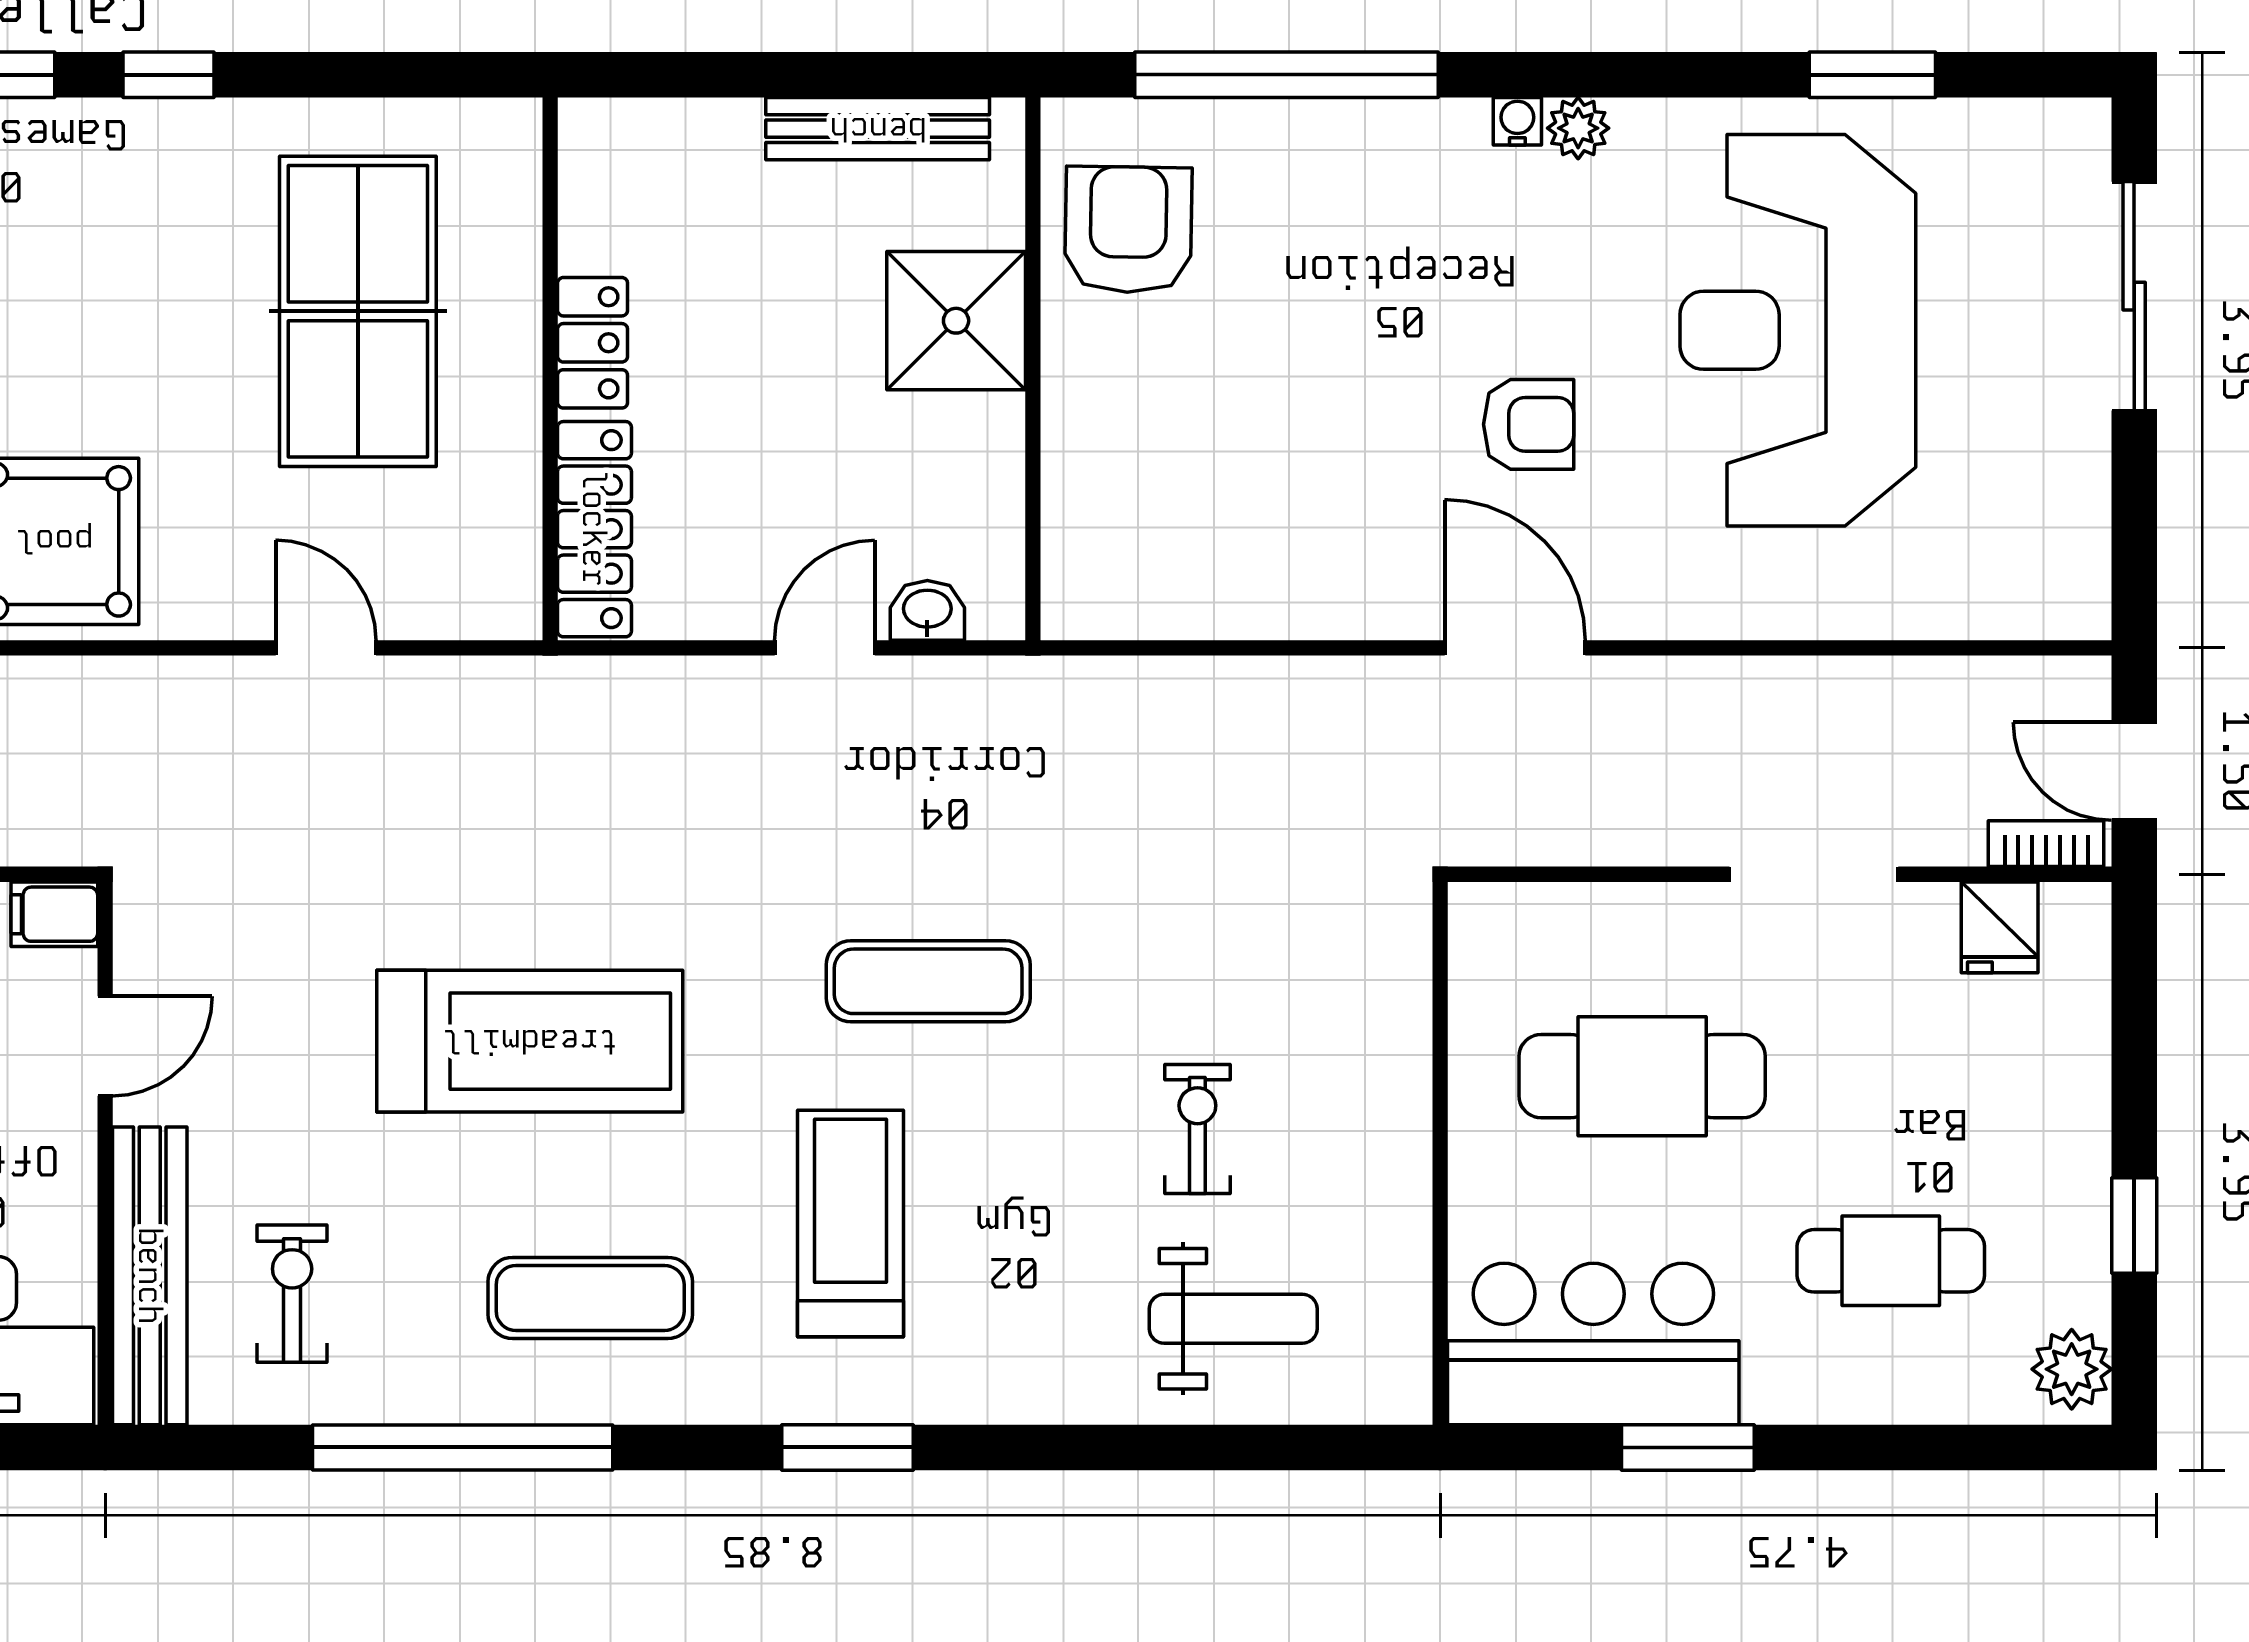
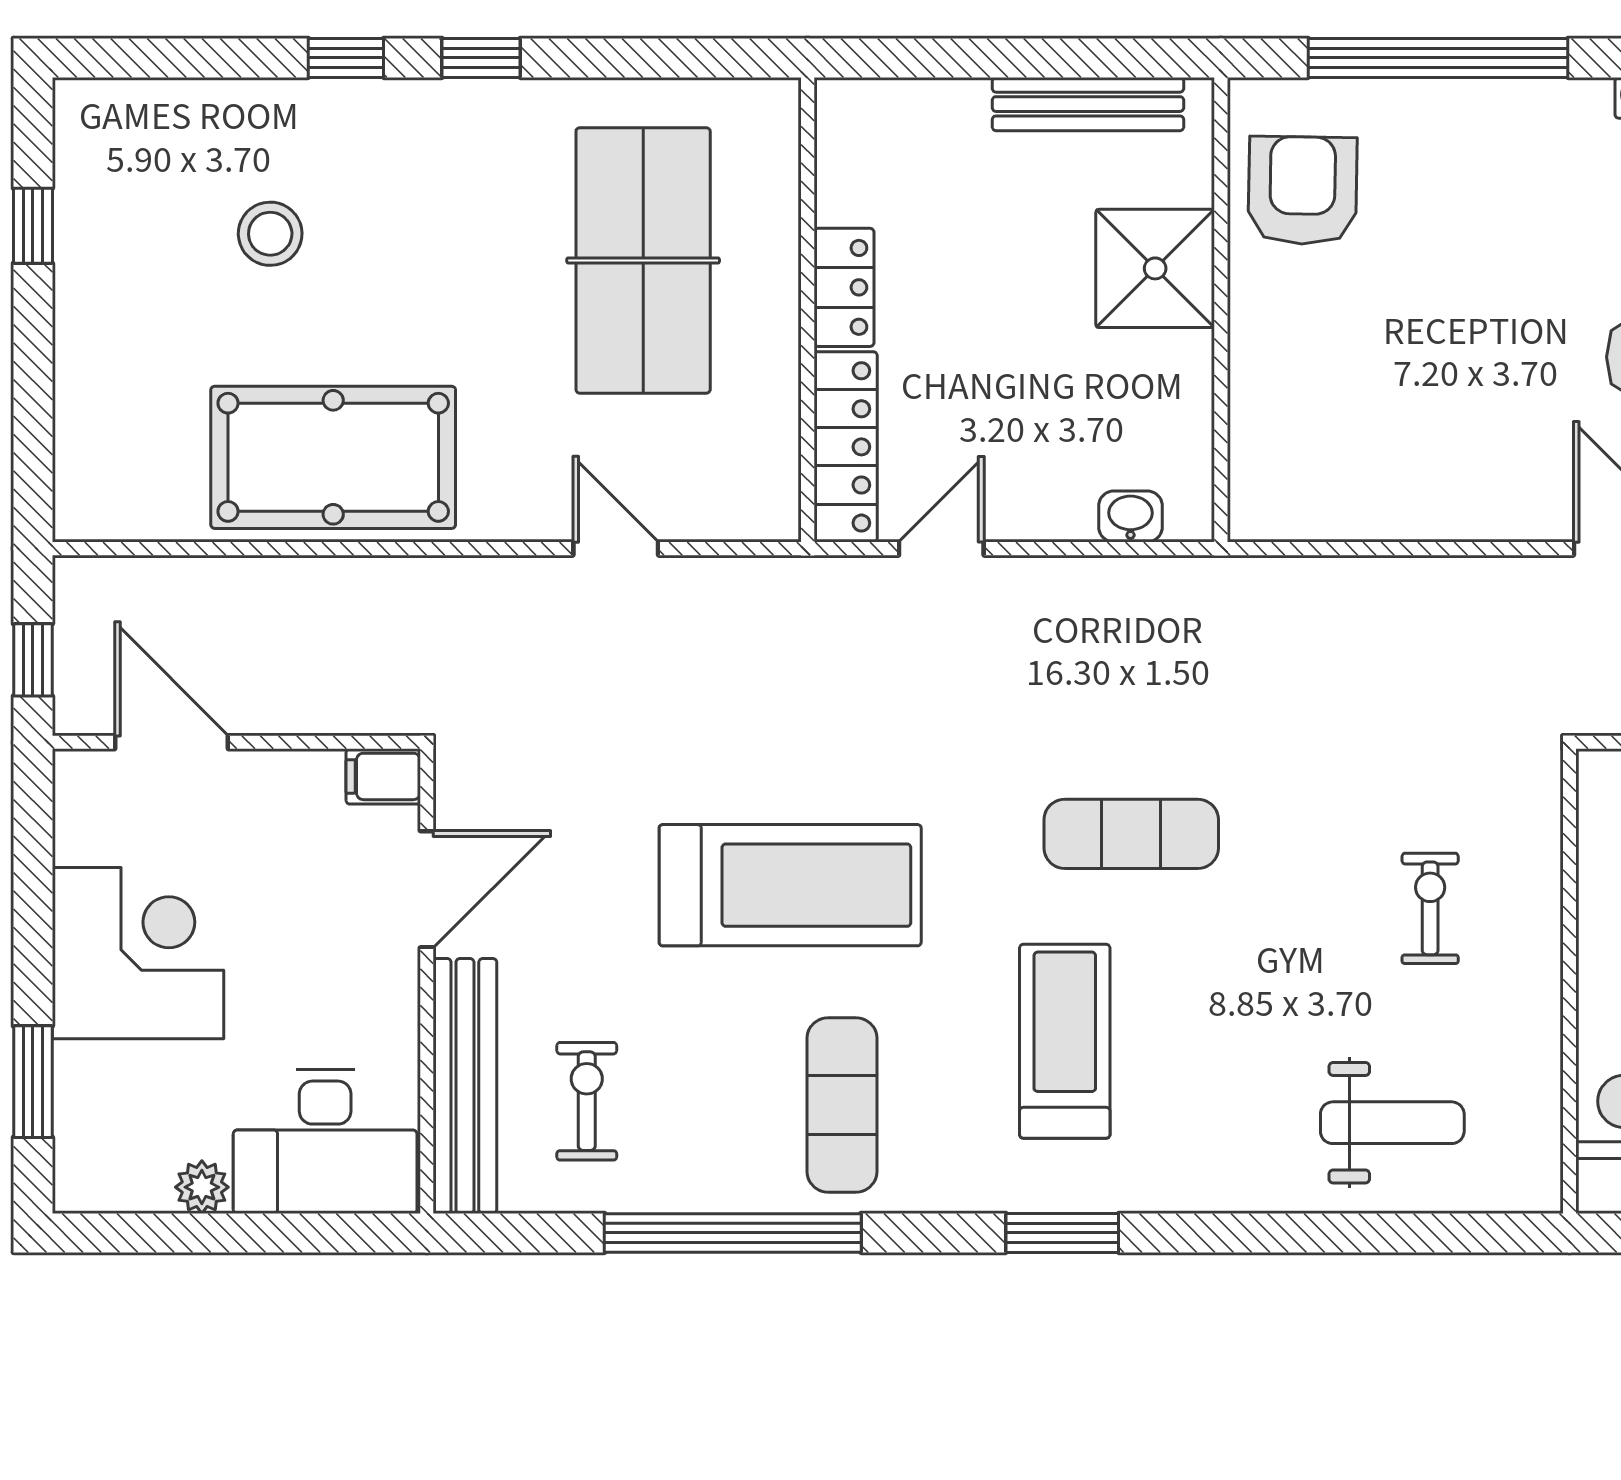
door: (825, 648) -> (941, 549), moved
door: (105, 1046) -> (427, 889), width x1.38
exercise bike: (1197, 1129) -> (1430, 908), moved
exercise mat: (590, 1298) -> (842, 1105), turned 90

